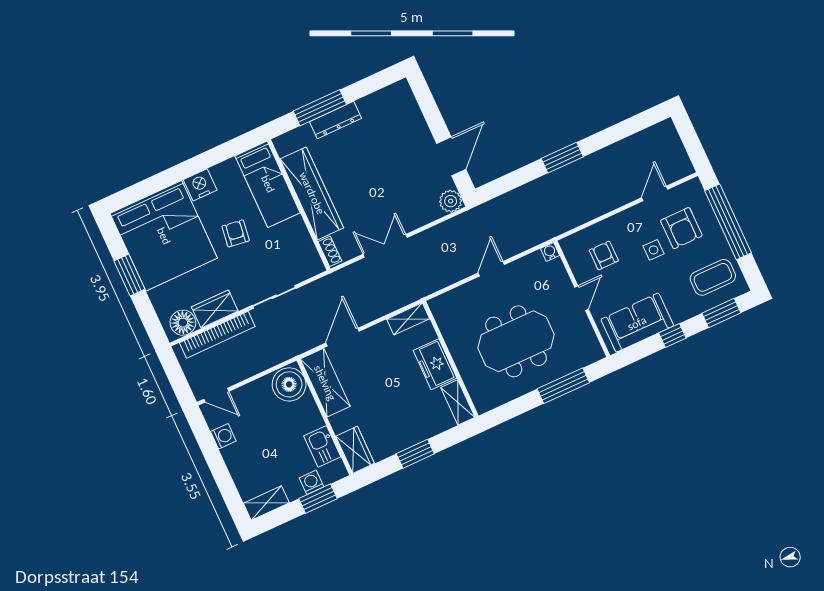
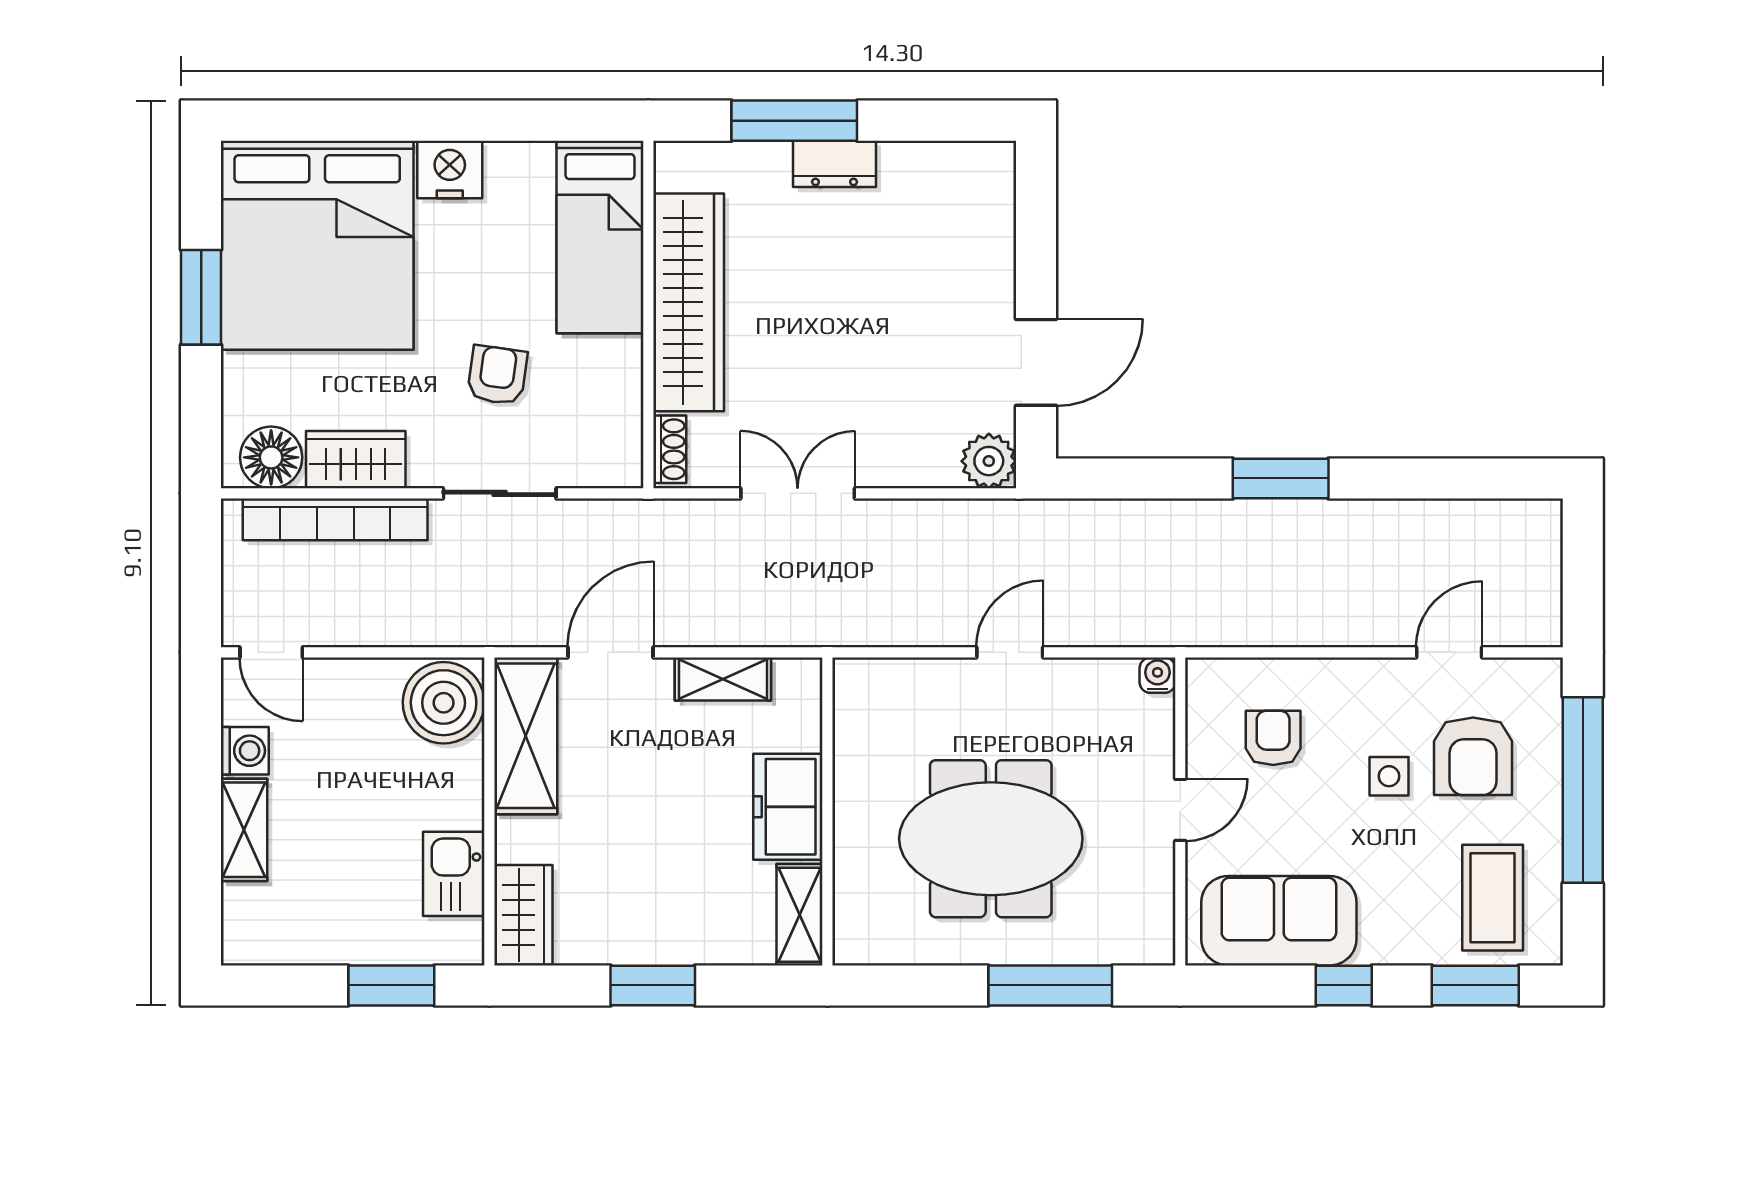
dresser: (336, 120) -> (835, 164), width x0.70
armchair: (236, 233) -> (497, 375), moved
coffee table: (713, 277) -> (1493, 898), turned 90
shelving: (408, 319) -> (723, 679), moved
washing machine: (311, 482) -> (393, 943), removed
shelving: (266, 503) -> (244, 830), moved, turned 90

